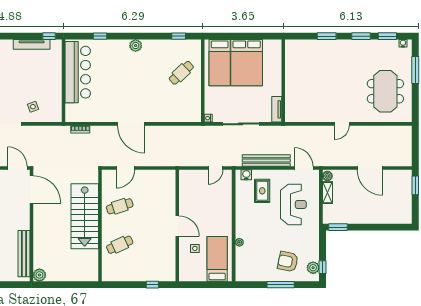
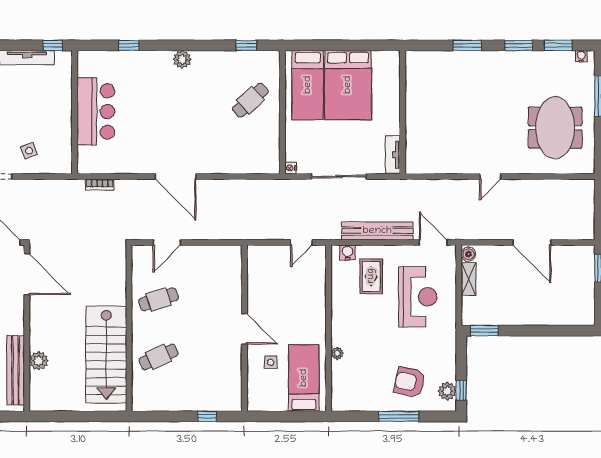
bar counter: (78, 72) -> (96, 111), width x0.73
stairs: (85, 216) -> (106, 354), moved
plant: (39, 275) -> (39, 361), moved

